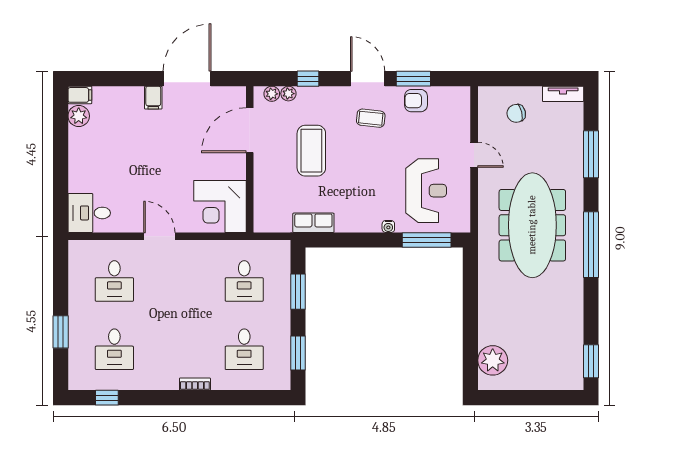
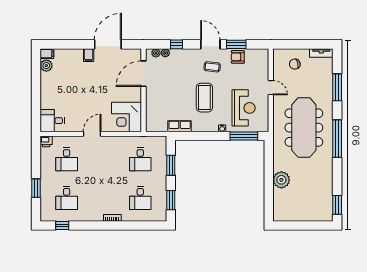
coffee table: (311, 151) -> (204, 98), moved
door: (159, 236) -> (92, 134), hinge flipped
printer: (79, 250) -> (46, 141), added
plant: (493, 360) -> (281, 180), moved

